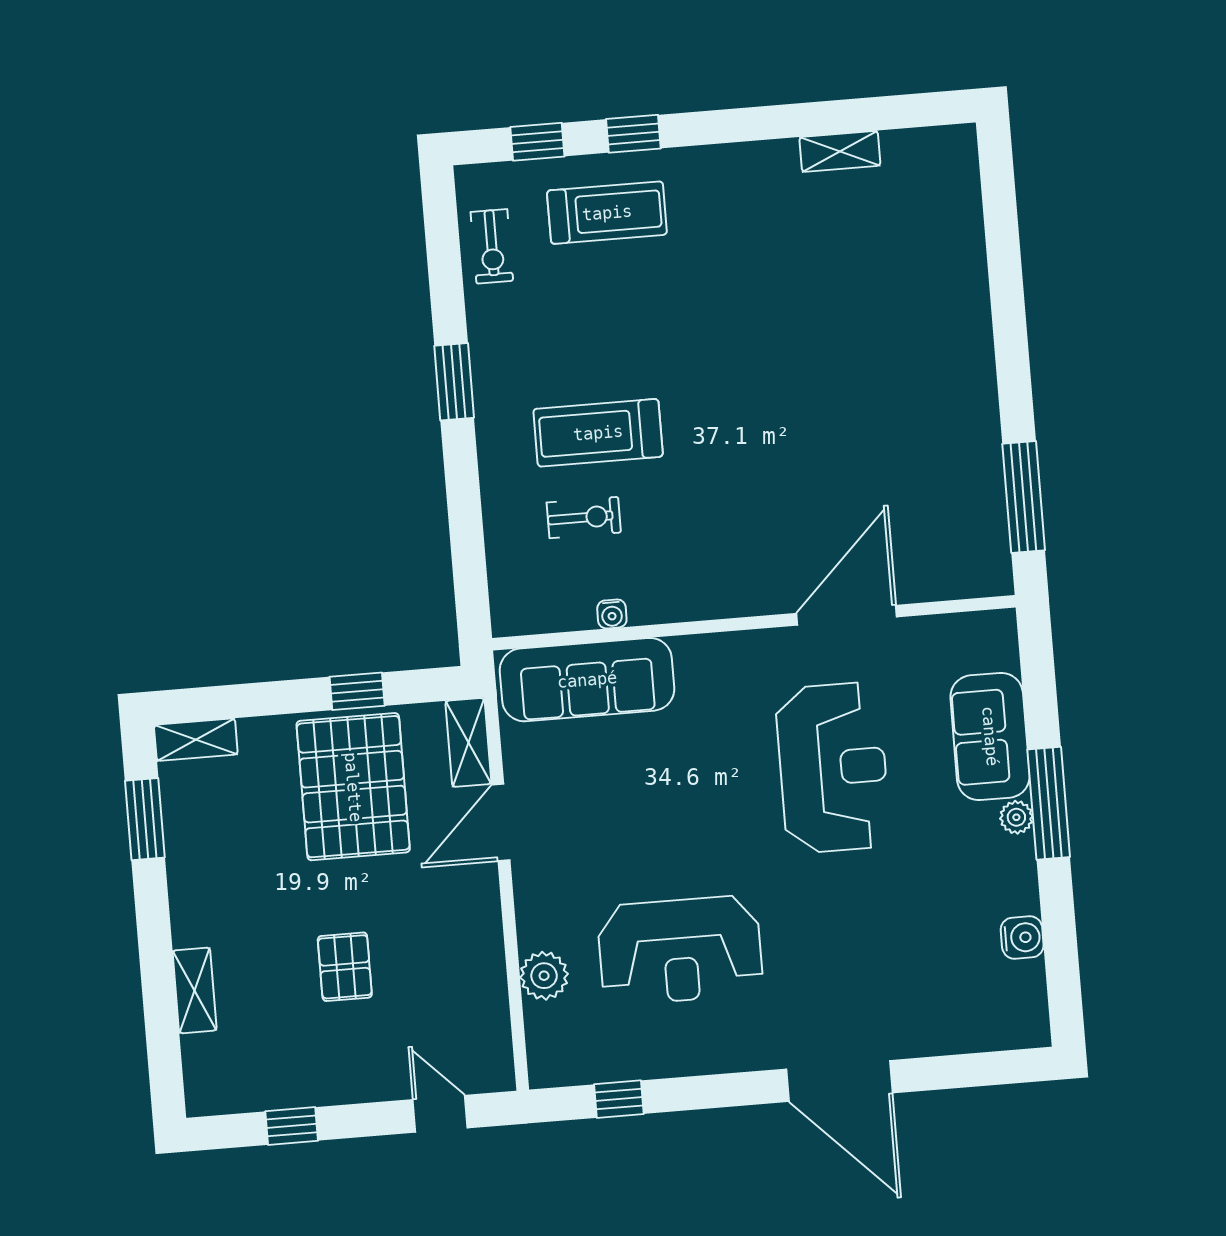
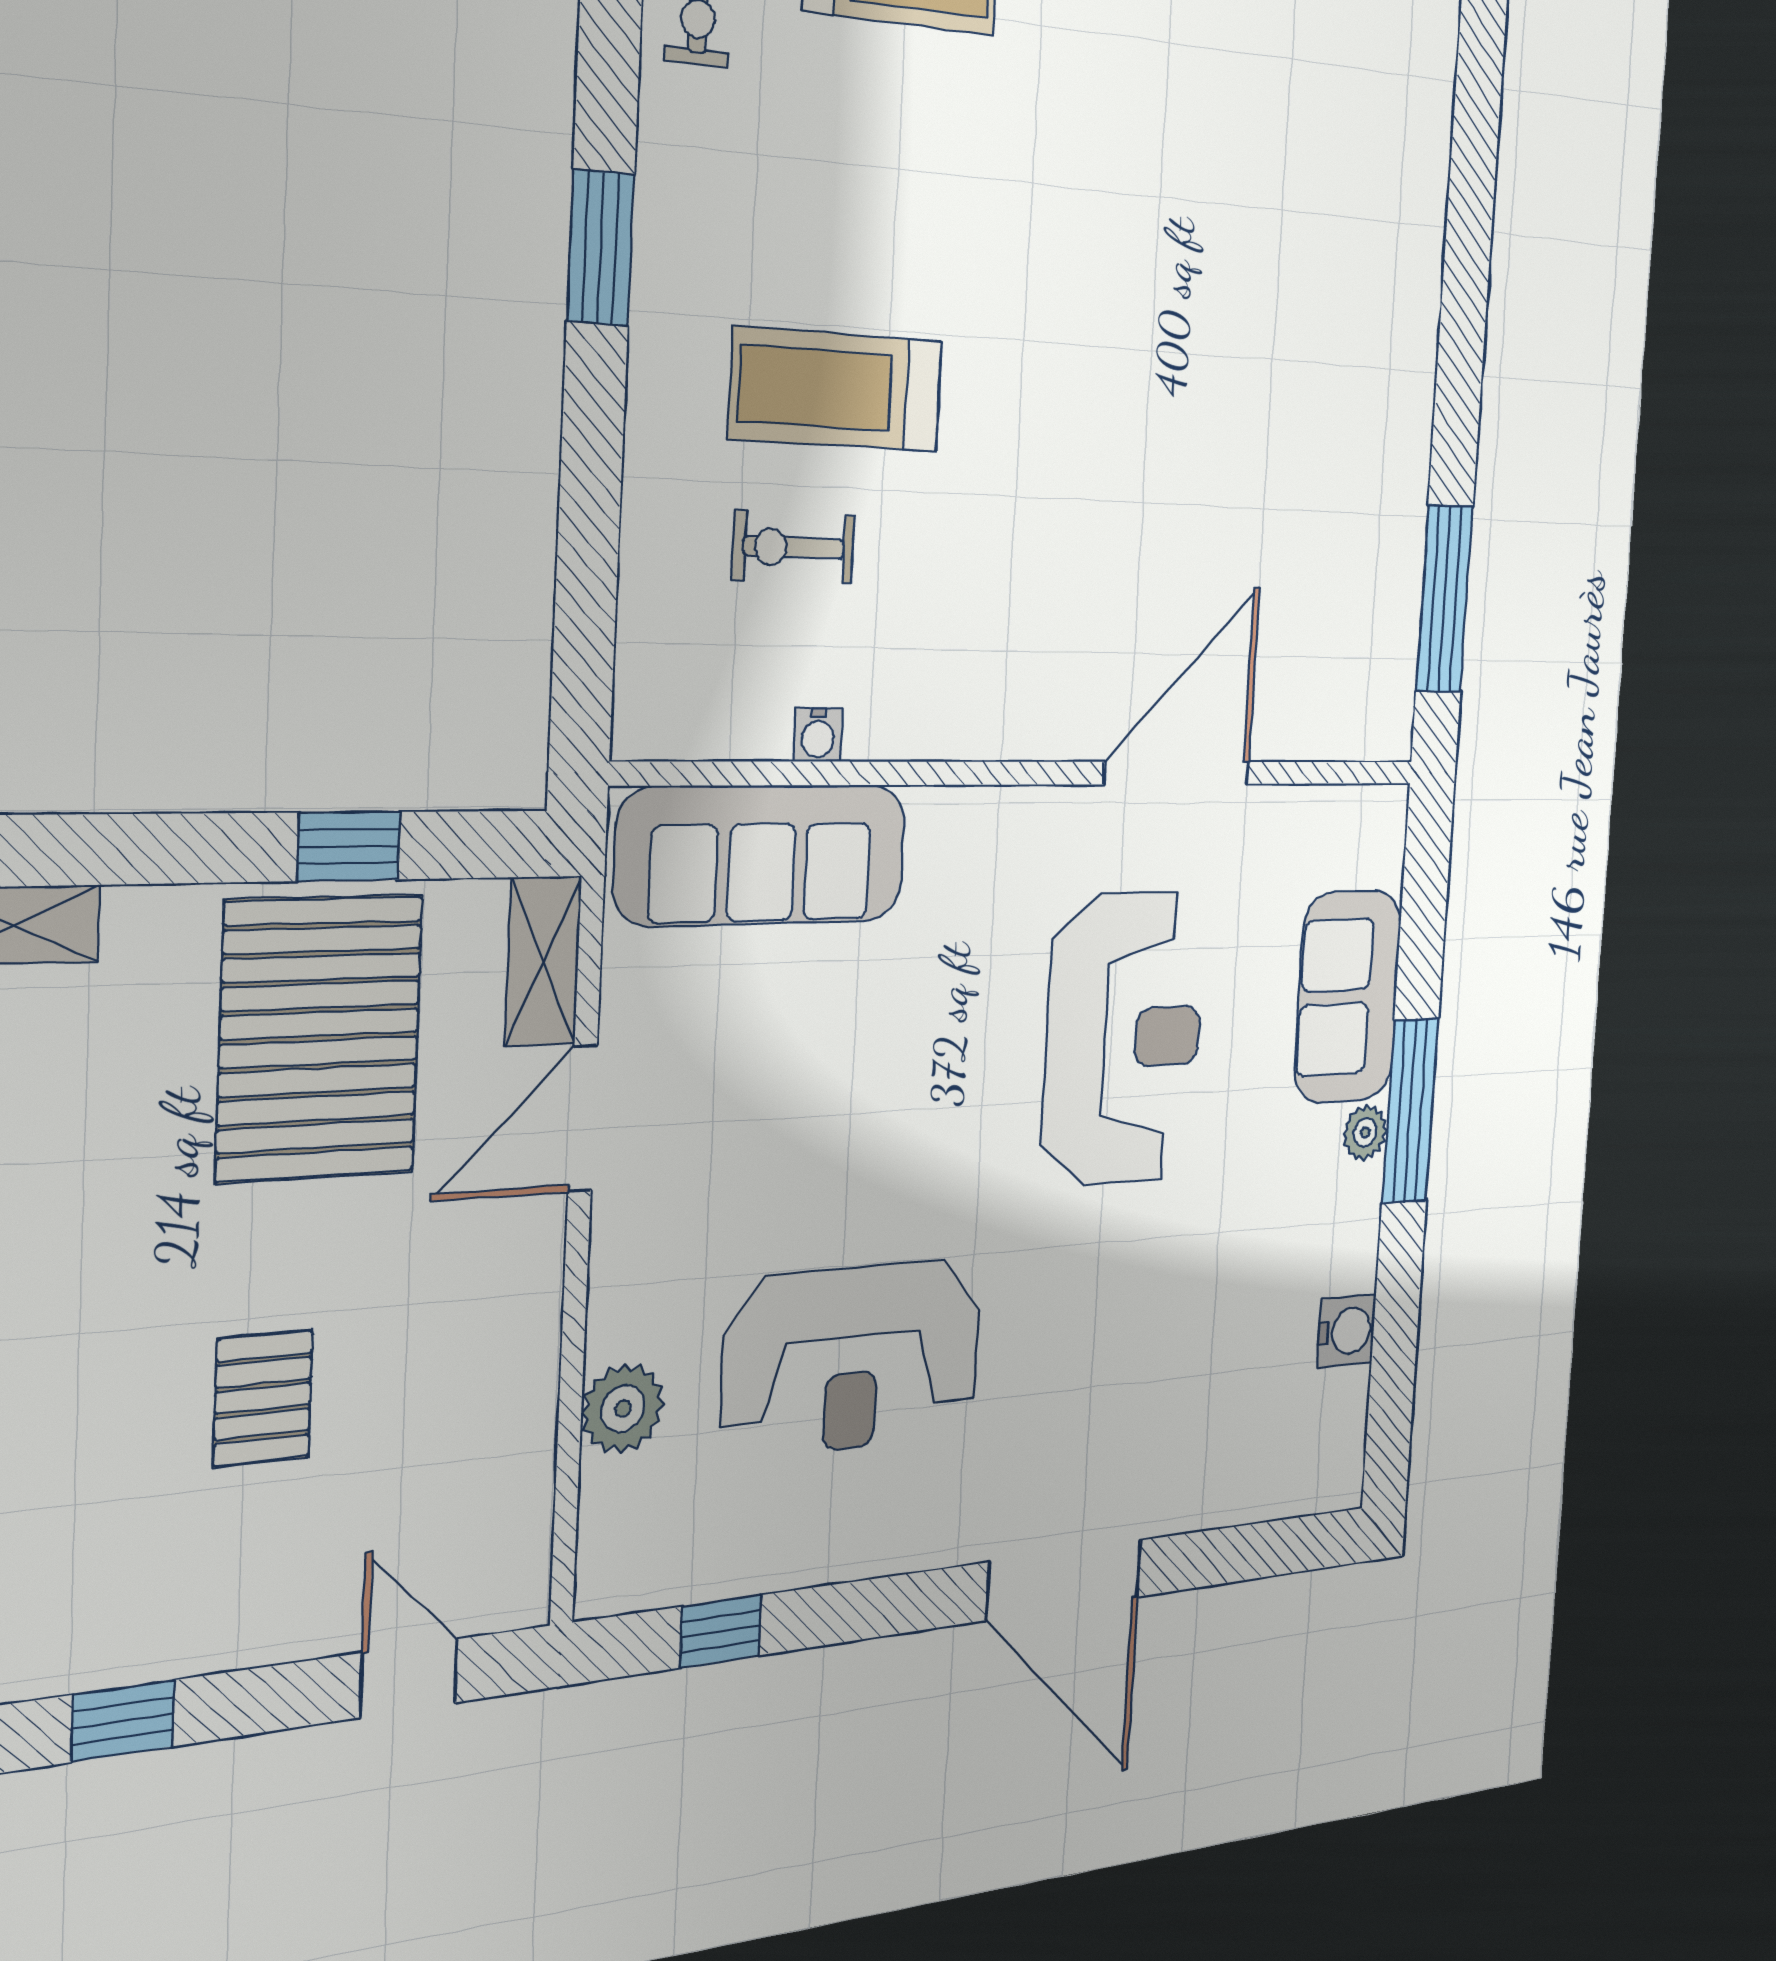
exercise bike: (584, 518) -> (794, 547), turned 180

